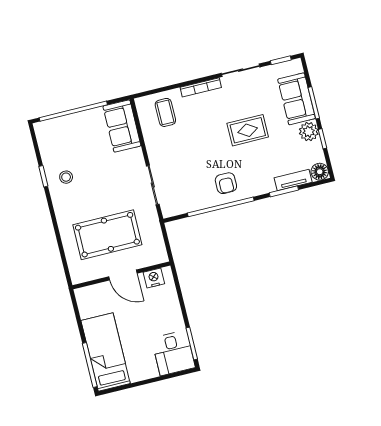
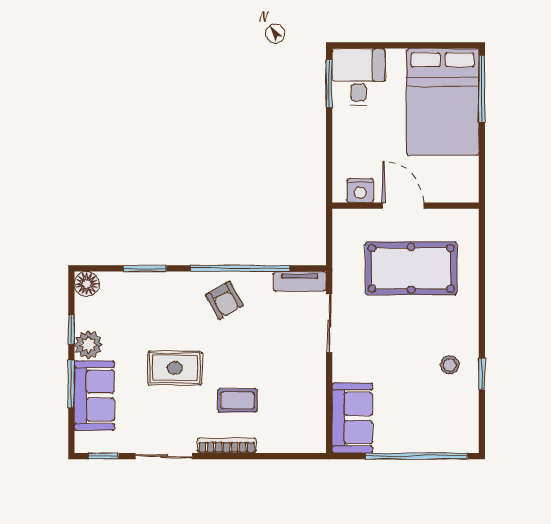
coffee table: (165, 112) -> (237, 400), moved, turned 90
tv unit: (293, 180) -> (300, 281), moved
armchair: (226, 183) -> (224, 300), turned 150
bed: (106, 352) -> (443, 102), width x1.50

